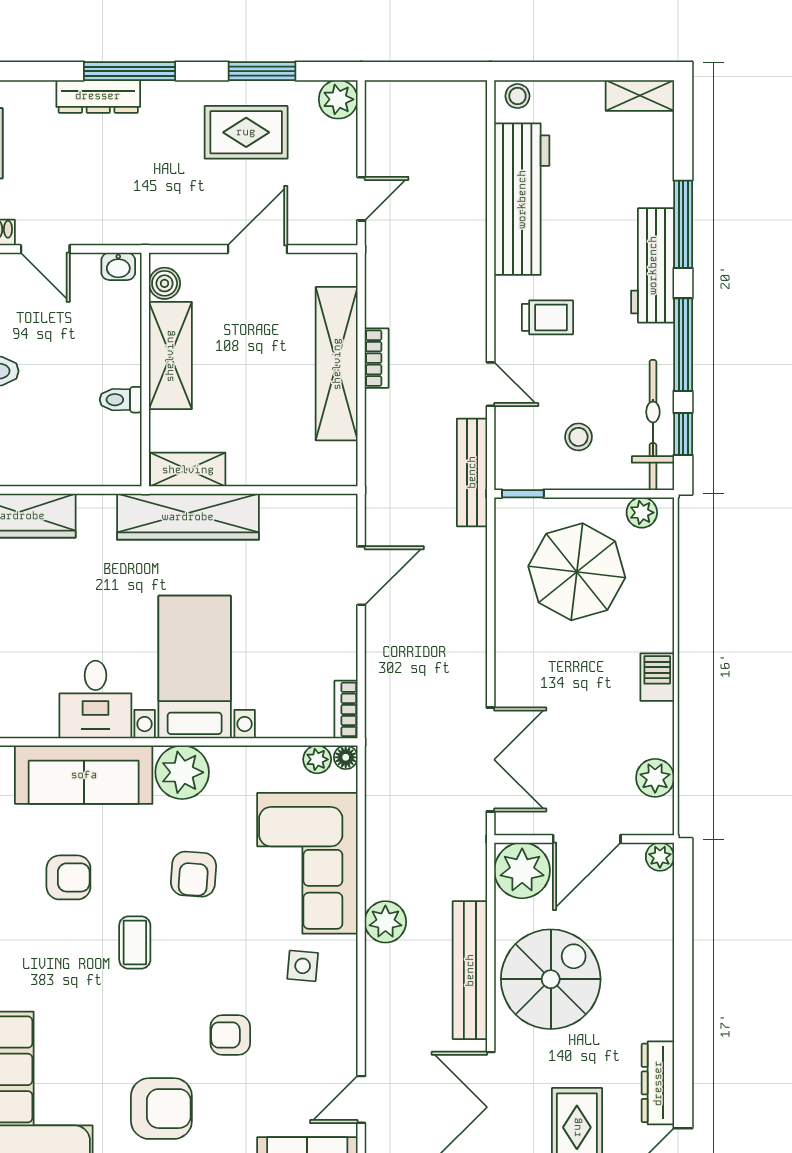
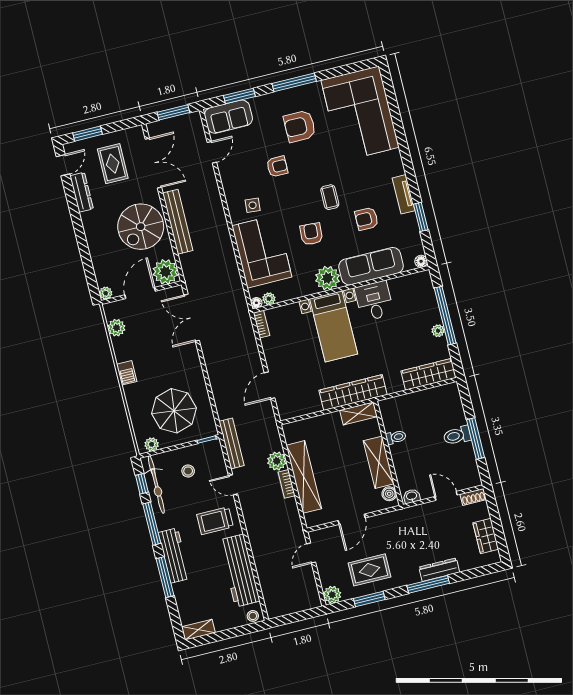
trolley: (548, 317) -> (215, 521), width x1.36, depth x1.39
plant: (385, 922) -> (277, 461), moved

